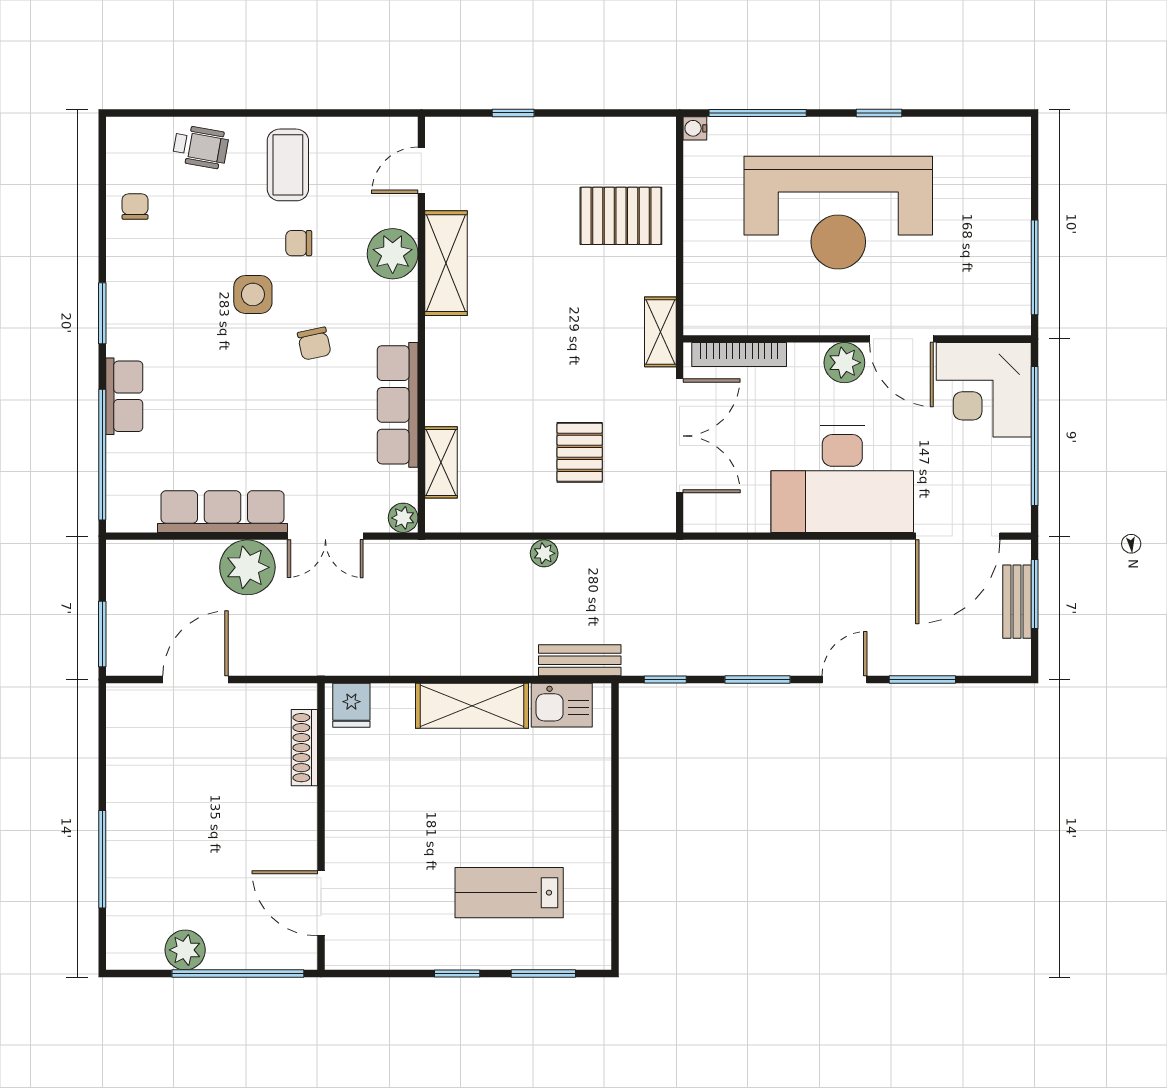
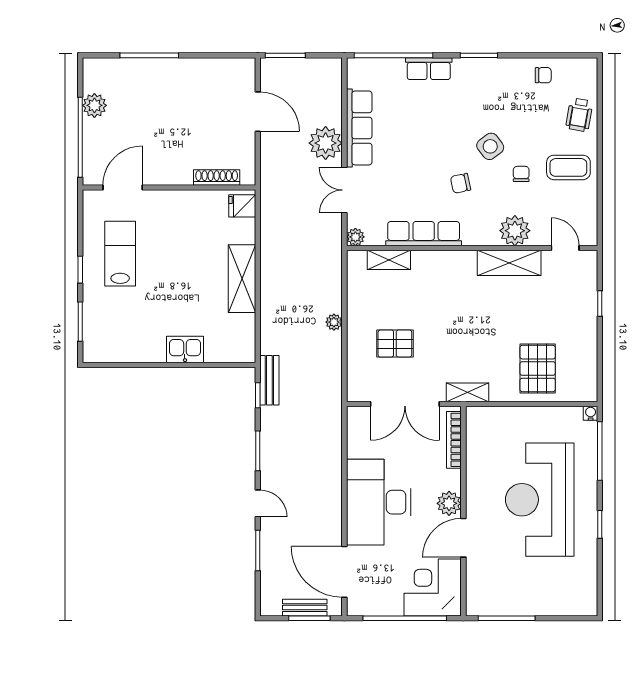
side table: (253, 294) -> (490, 146), turned -37
bench: (580, 660) -> (269, 380), moved
kitchen sink: (562, 705) -> (185, 349), moved, turned 90
lab bench: (509, 893) -> (120, 254), moved

